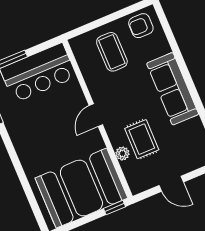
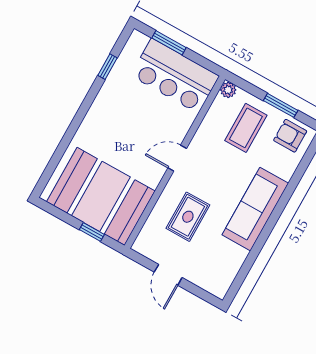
window: (115, 16) -> (281, 105), added
plant: (122, 153) -> (228, 90), moved
window: (115, 208) -> (92, 232), moved

